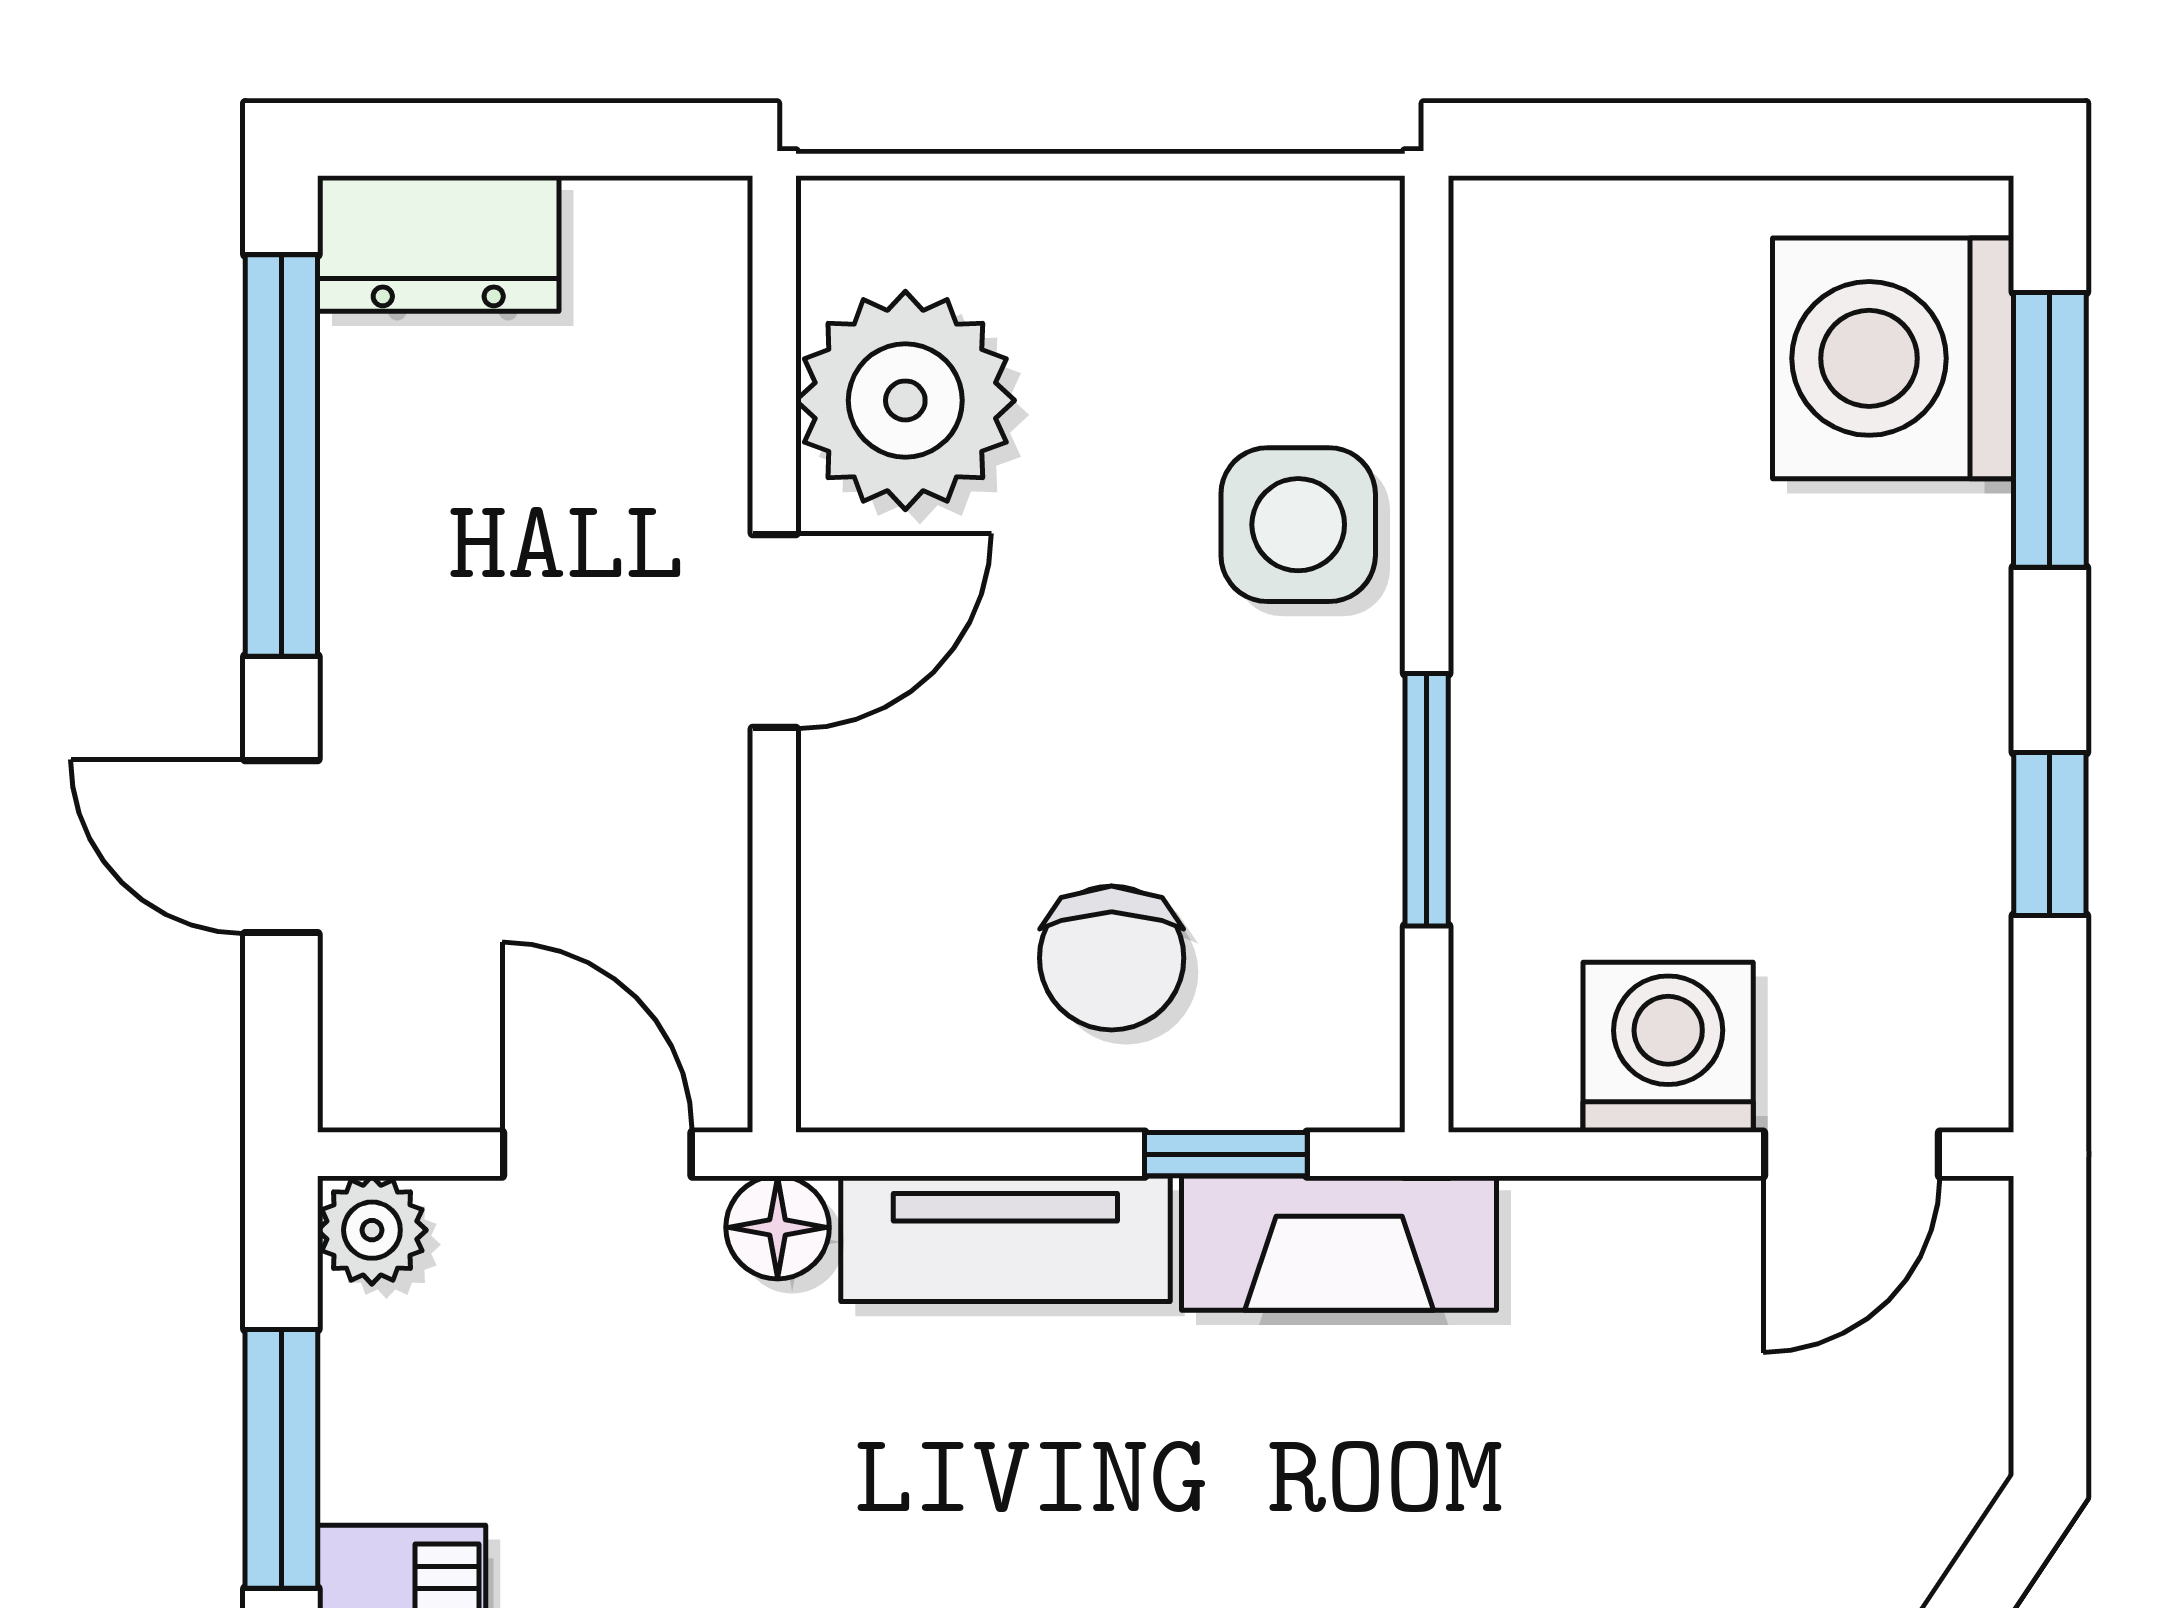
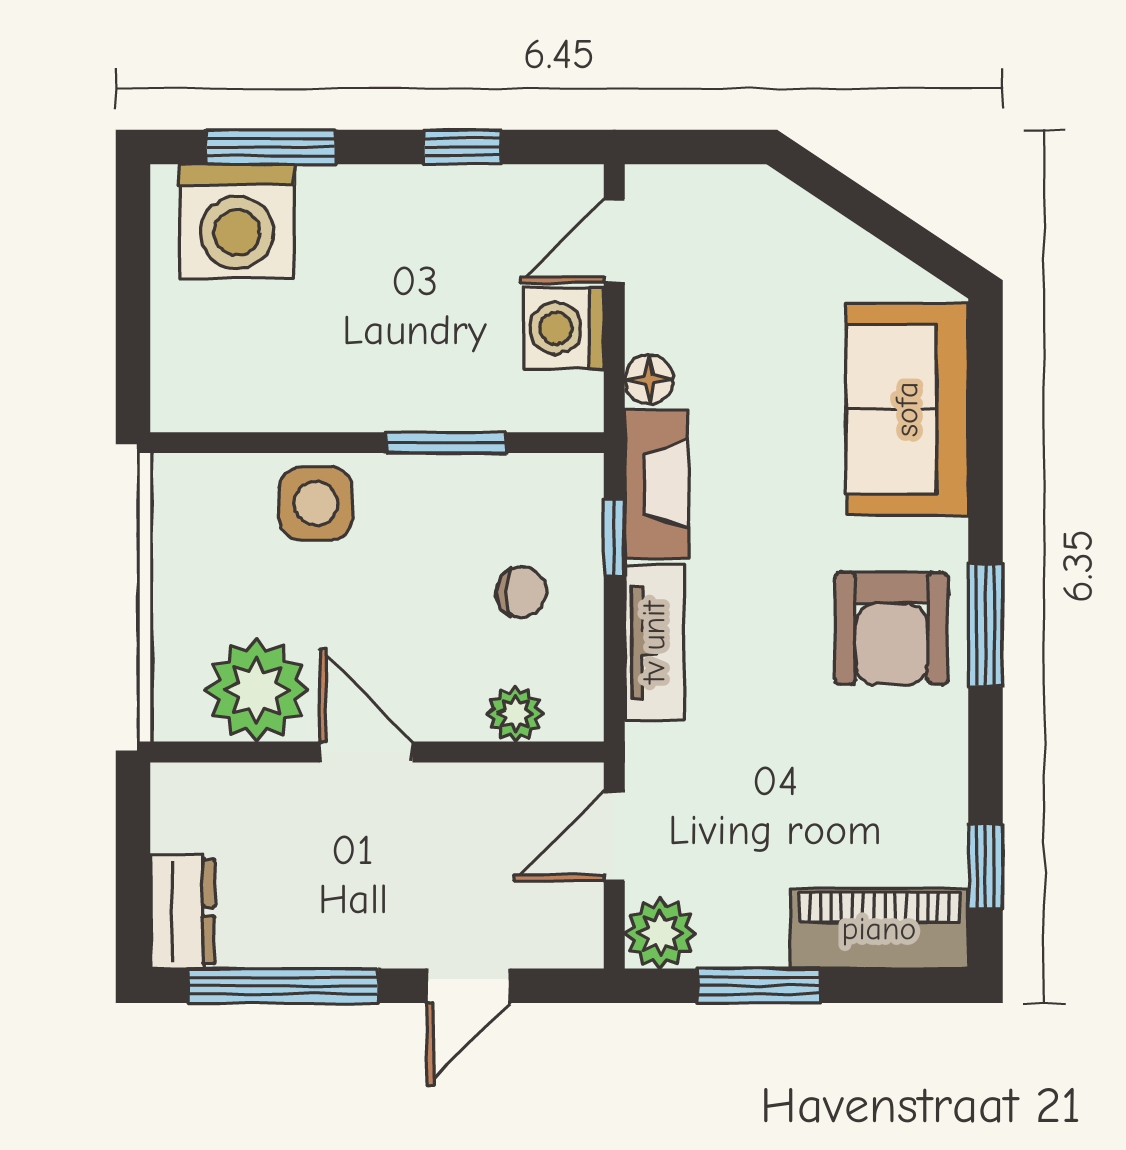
plant: (855, 945) -> (515, 714), added
chair: (1112, 958) -> (521, 592), width x0.73, depth x0.73
door: (1852, 1154) -> (614, 241), swing flipped
floor lamp: (778, 1227) -> (649, 379), moved
plant: (372, 1230) -> (660, 933), width x1.38, depth x1.38

